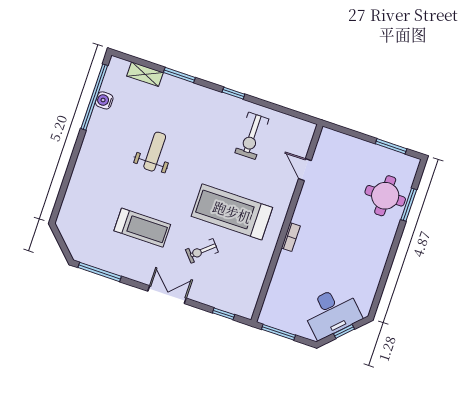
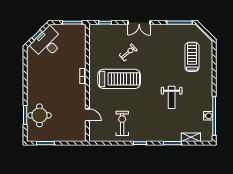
treadmill: (142, 228) -> (192, 57), moved, turned 90

